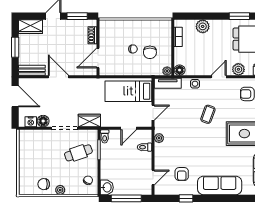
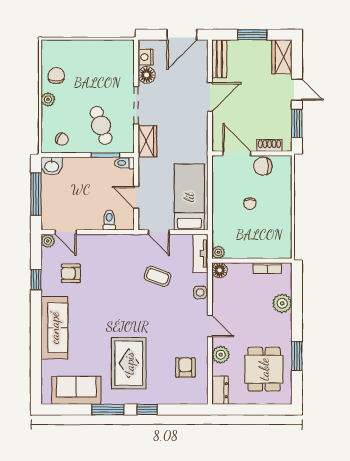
chair: (150, 52) -> (263, 166), moved
coffee table: (208, 114) -> (158, 276), moved
plant: (159, 138) -> (48, 241), moved

